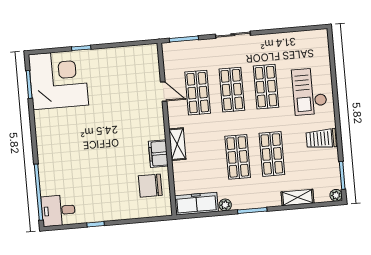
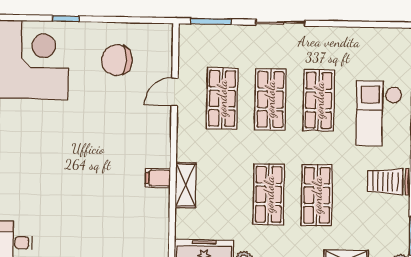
door: (164, 91) -> (175, 92), swing flipped
shelving: (177, 144) -> (186, 185), moved
filing cabinet: (158, 154) -> (158, 178), width x0.50
chair: (150, 186) -> (117, 60), moved

